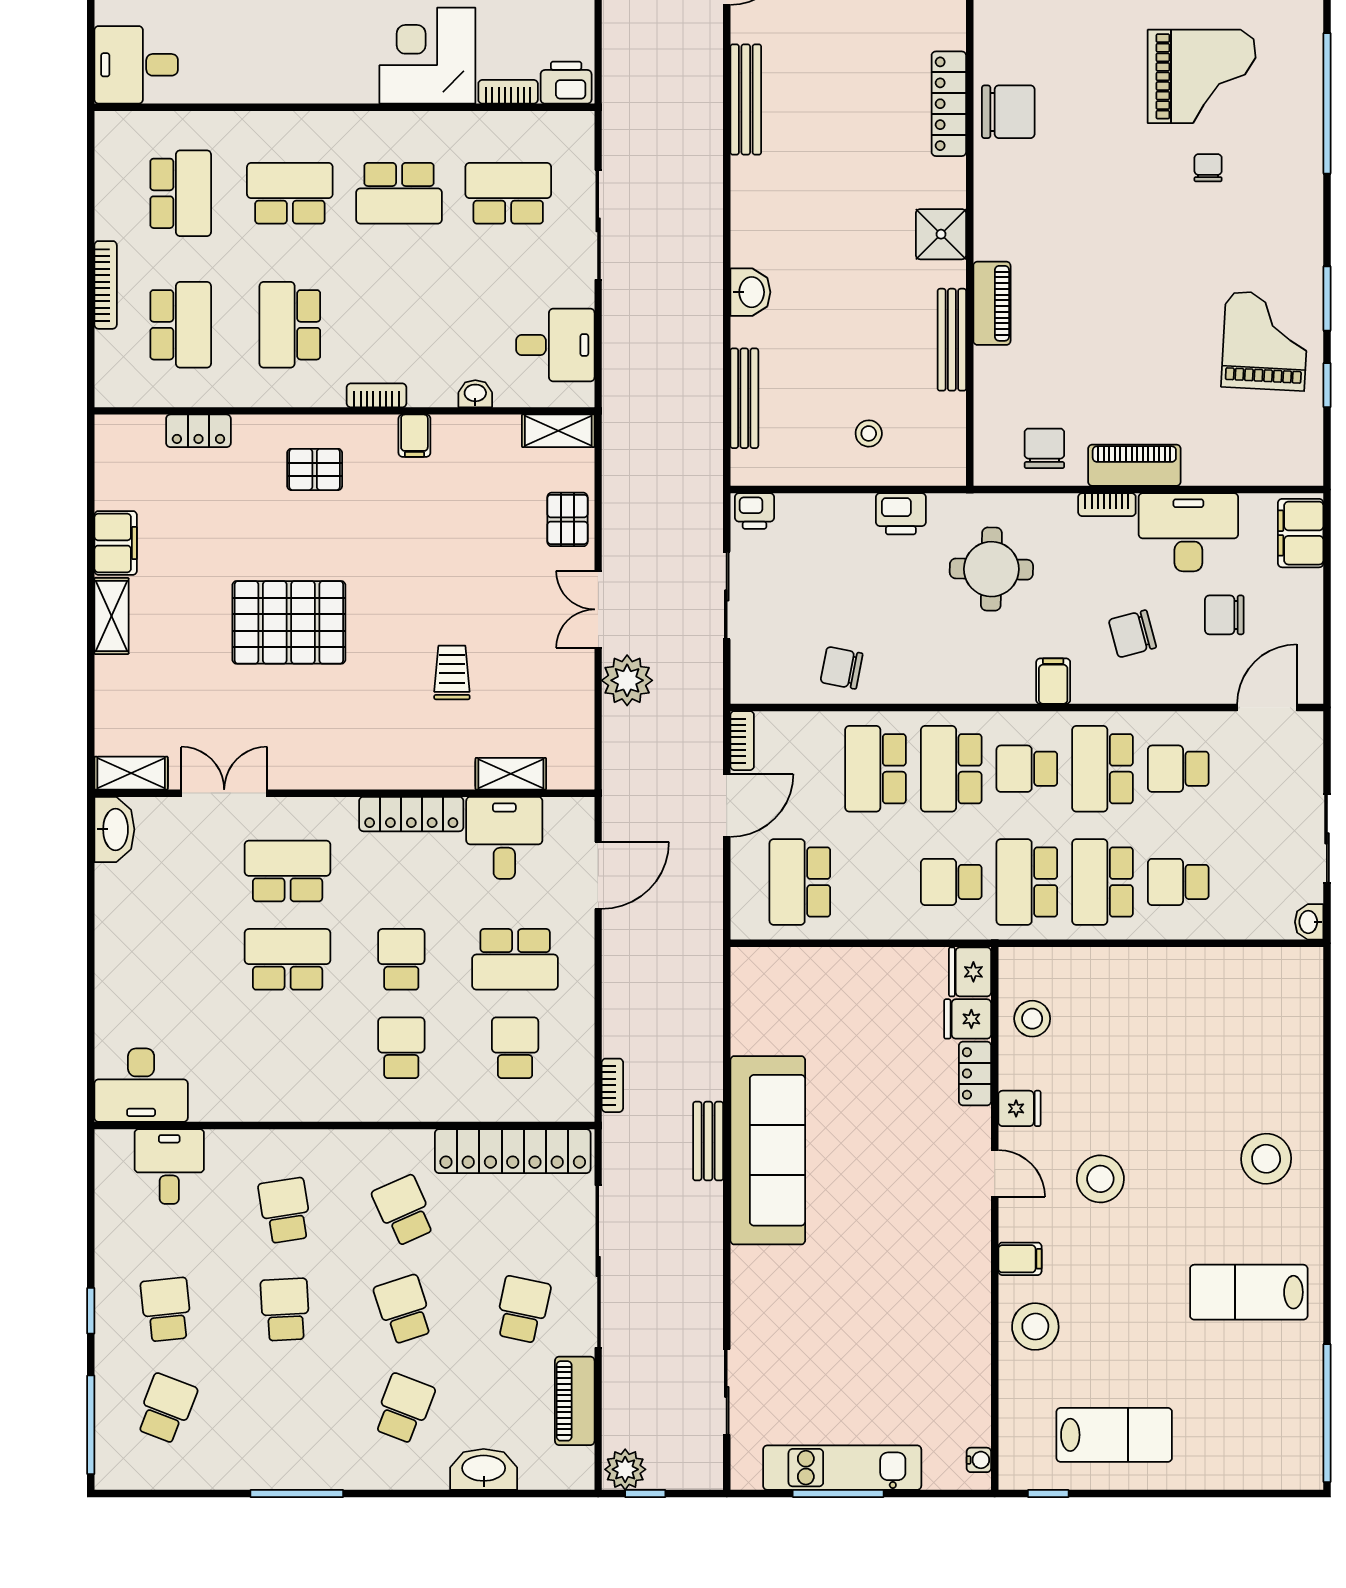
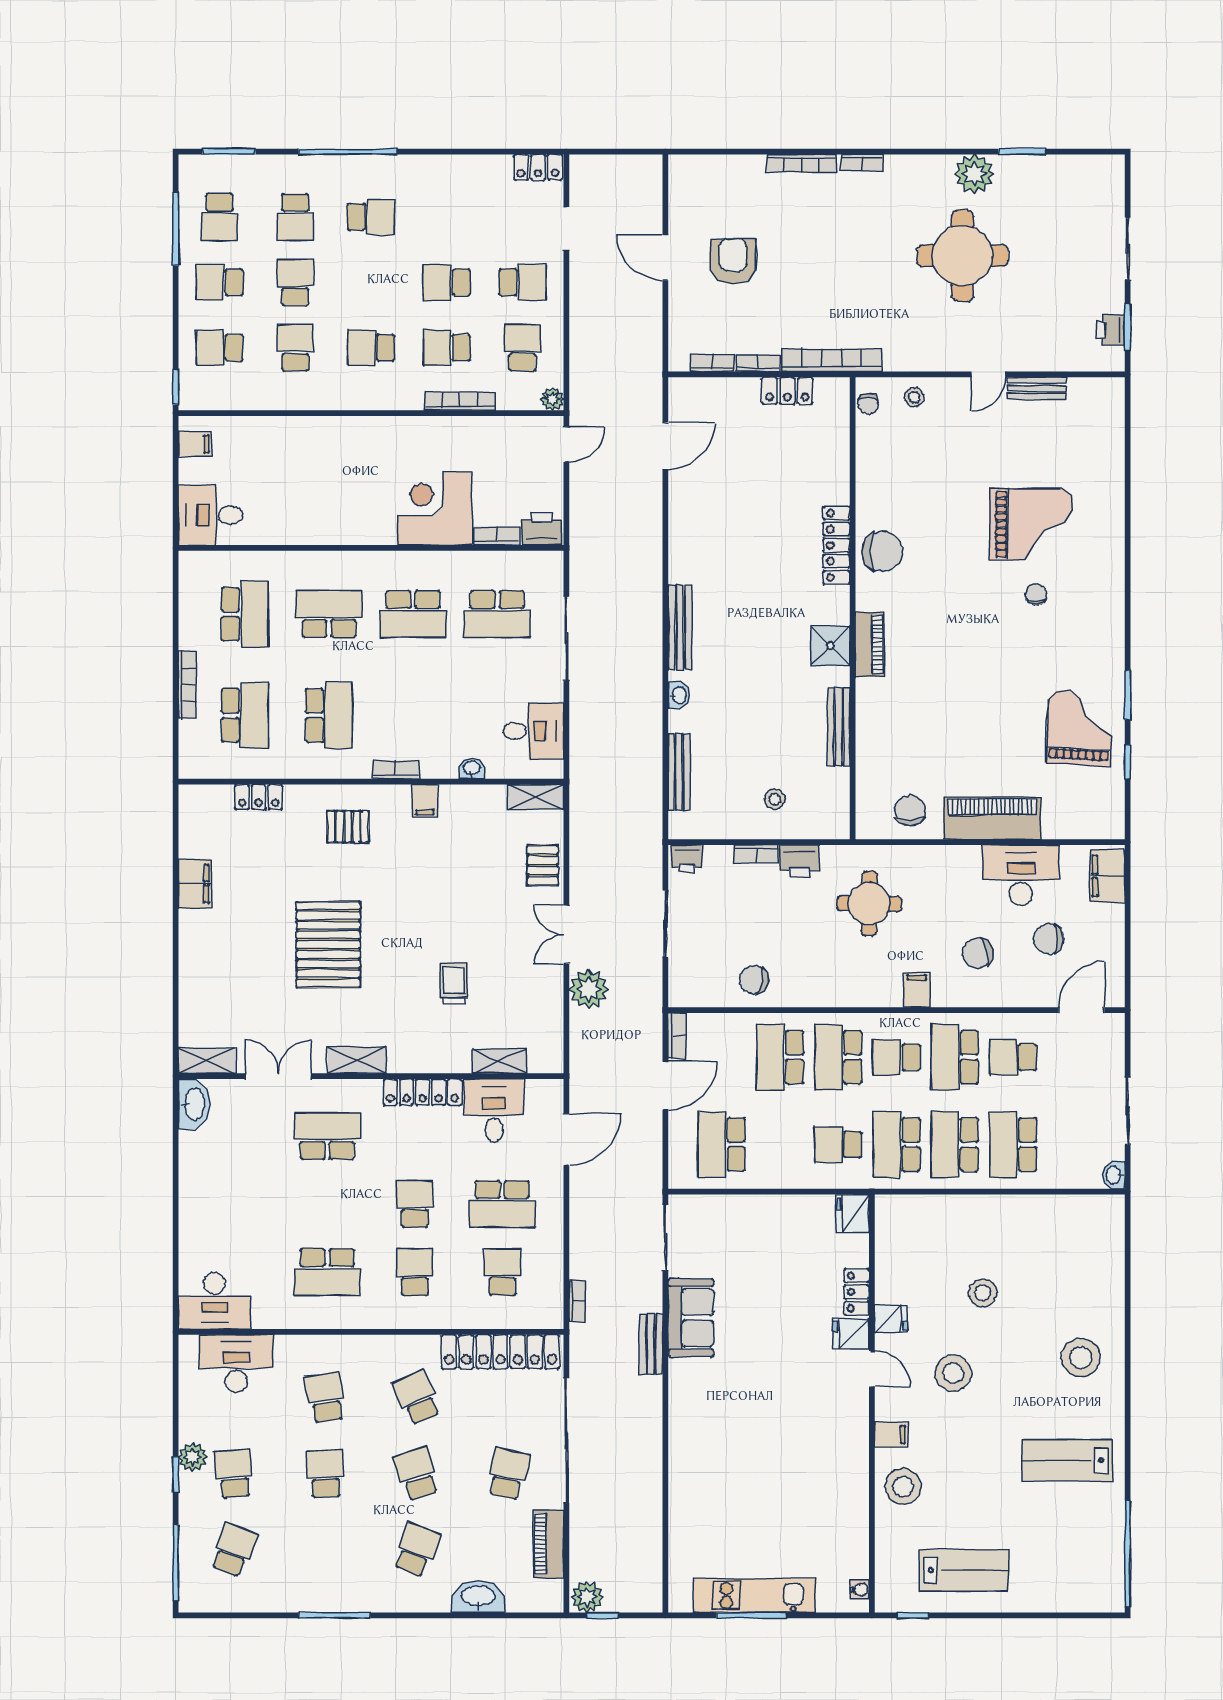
bench: (746, 99) -> (680, 627), moved
window: (1327, 103) -> (1128, 545), removed
school desk: (508, 193) -> (497, 614), turned 180
washbasin: (750, 292) -> (679, 695), width x0.72, depth x0.69
piano: (992, 303) -> (870, 645), moved
school desk: (290, 325) -> (329, 715), turned 180
piano: (1134, 465) -> (992, 818), width x1.37, depth x1.33
bookcase: (1107, 505) -> (756, 854), moved
shelving: (112, 616) -> (357, 1060), moved, turned 90
pallet: (289, 622) -> (328, 945), turned 90
school desk: (1178, 882) -> (1013, 1144), width x1.85
school desk: (288, 959) -> (327, 1272), moved, turned 180
fridge: (968, 1019) -> (851, 1334), moved
stool: (1032, 1019) -> (983, 1293), moved
sofa: (768, 1150) -> (691, 1318), width x0.54, depth x0.79
desk: (169, 1167) -> (236, 1364), width x1.37
plant: (113, 1288) -> (193, 1457), added
sliding door: (727, 1392) -> (665, 1238), moved

